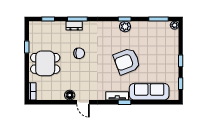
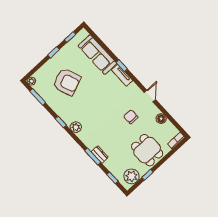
plant: (125, 27) -> (76, 127), moved
plant: (36, 34) -> (132, 176), added
chair: (79, 53) -> (131, 117), moved
armchair: (127, 61) -> (67, 82), moved
floor lamp: (70, 95) -> (161, 119), moved

